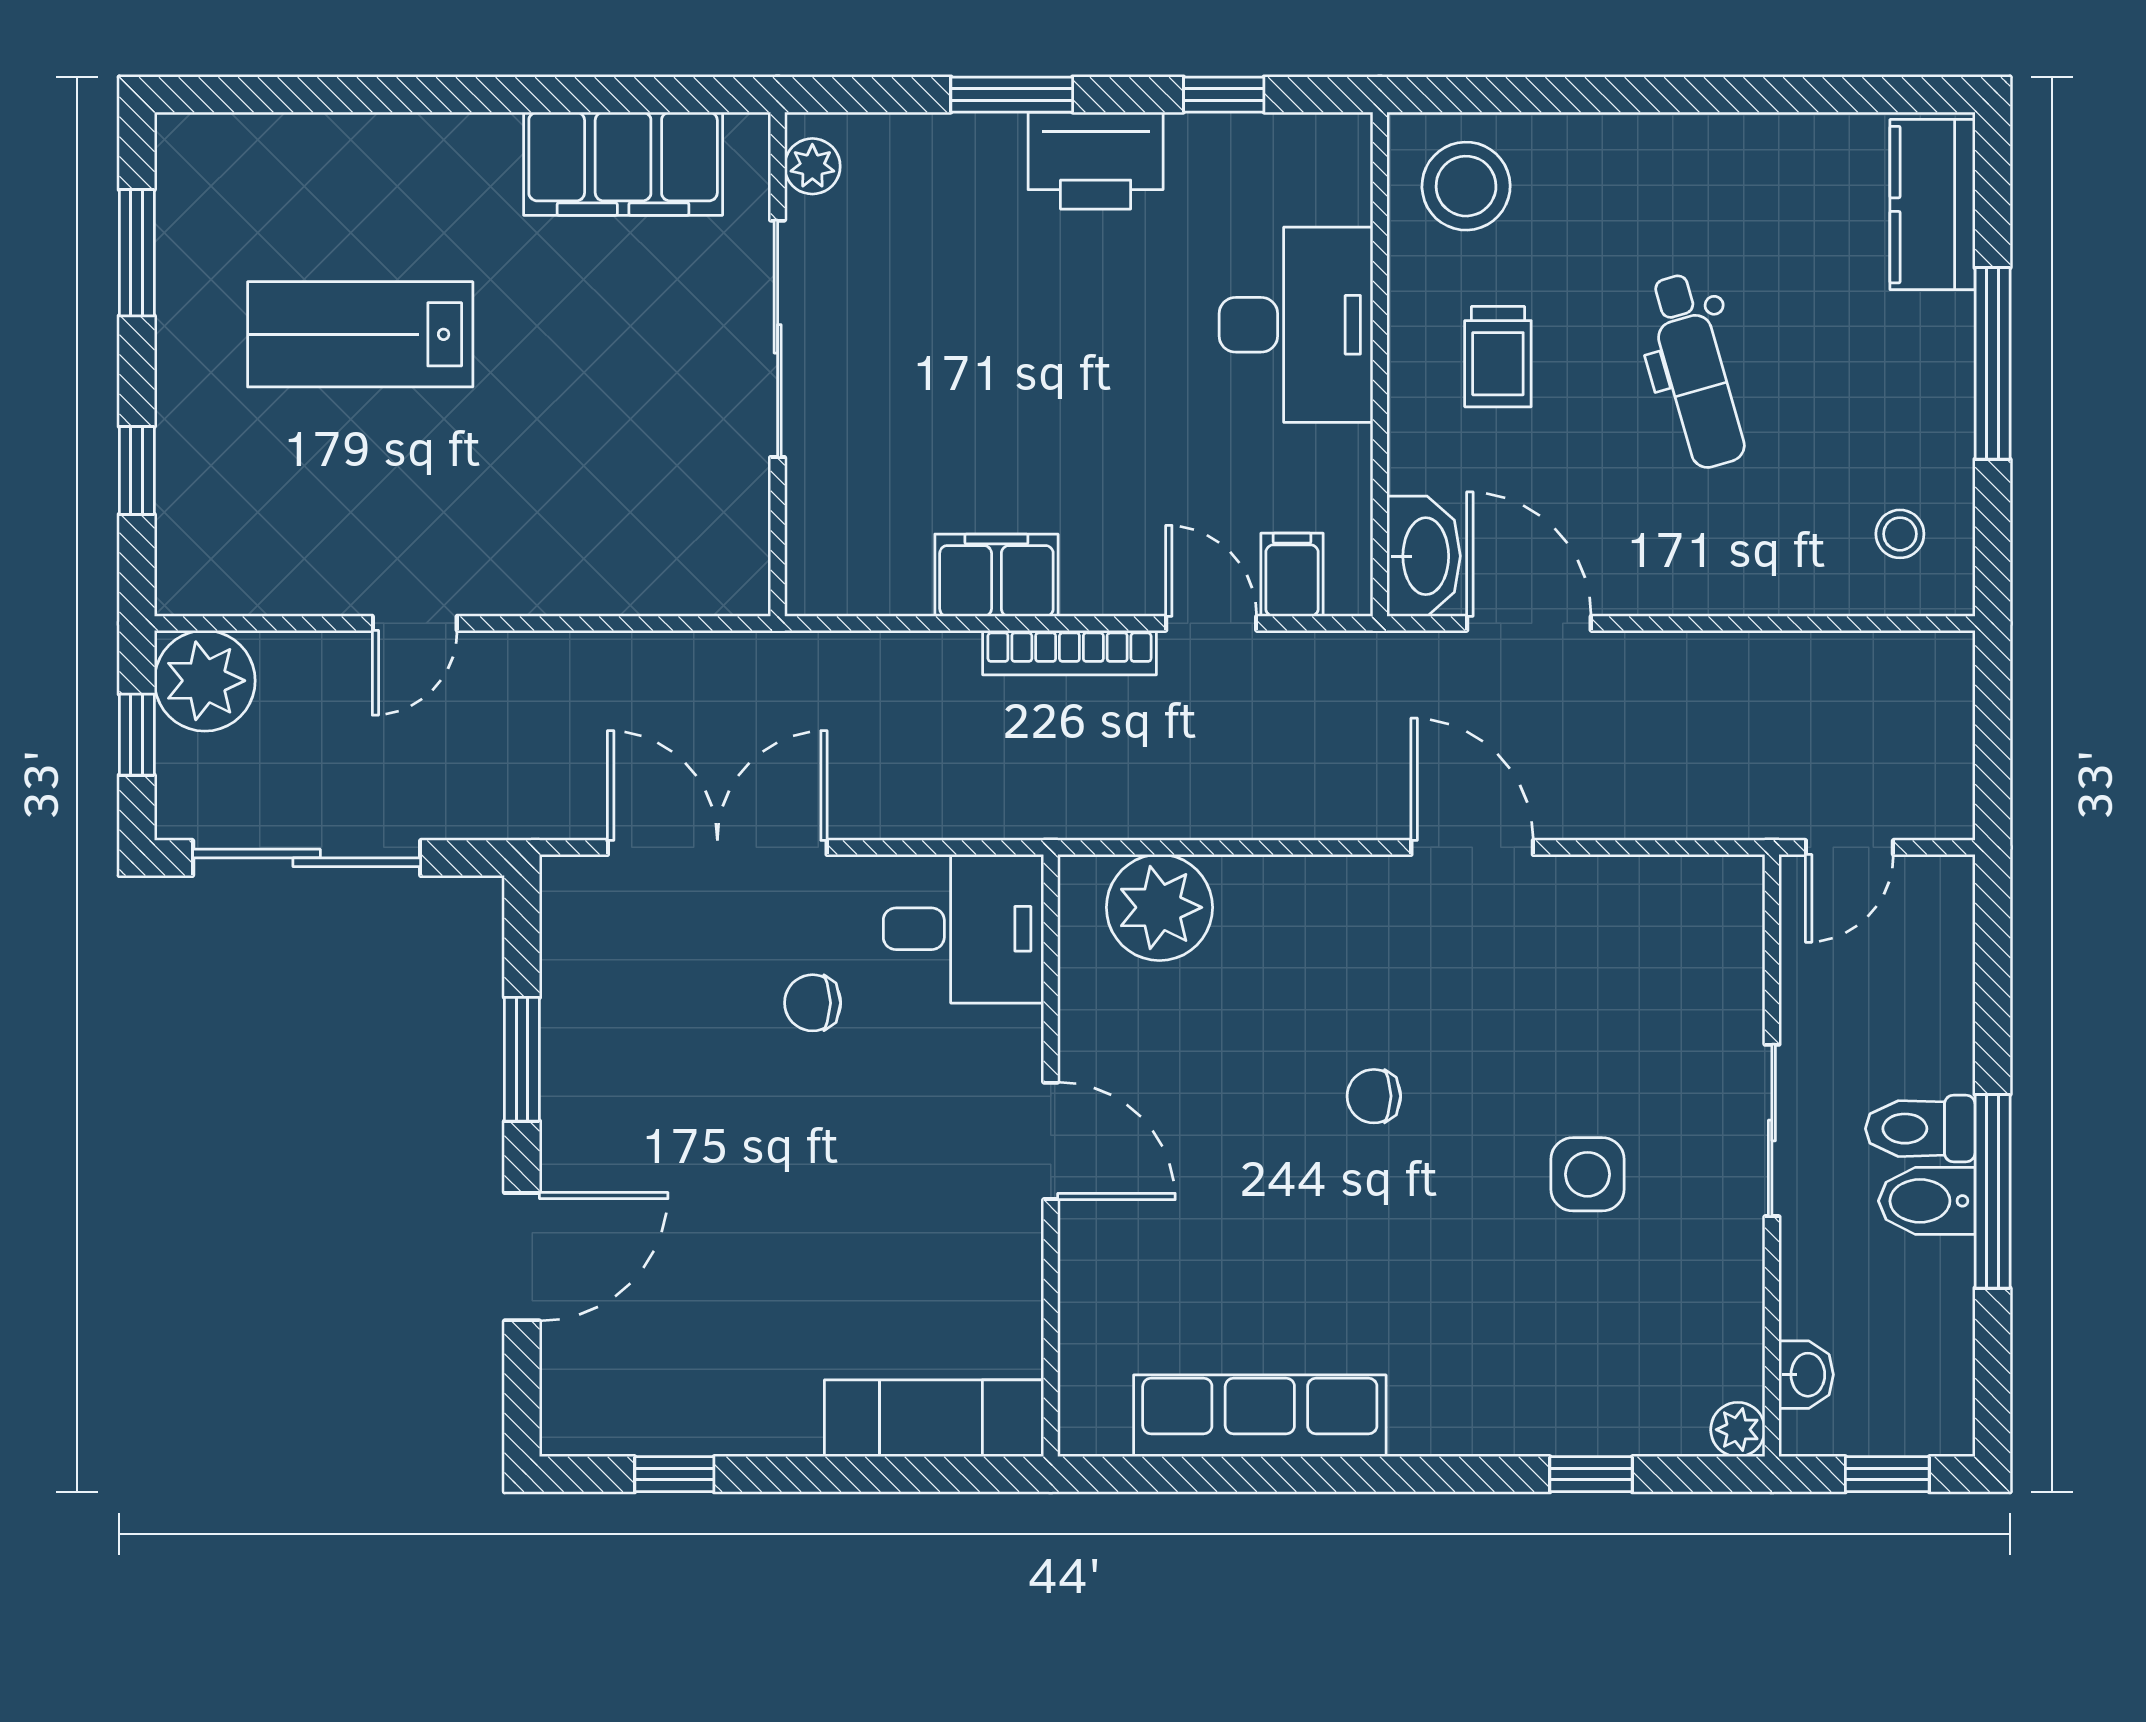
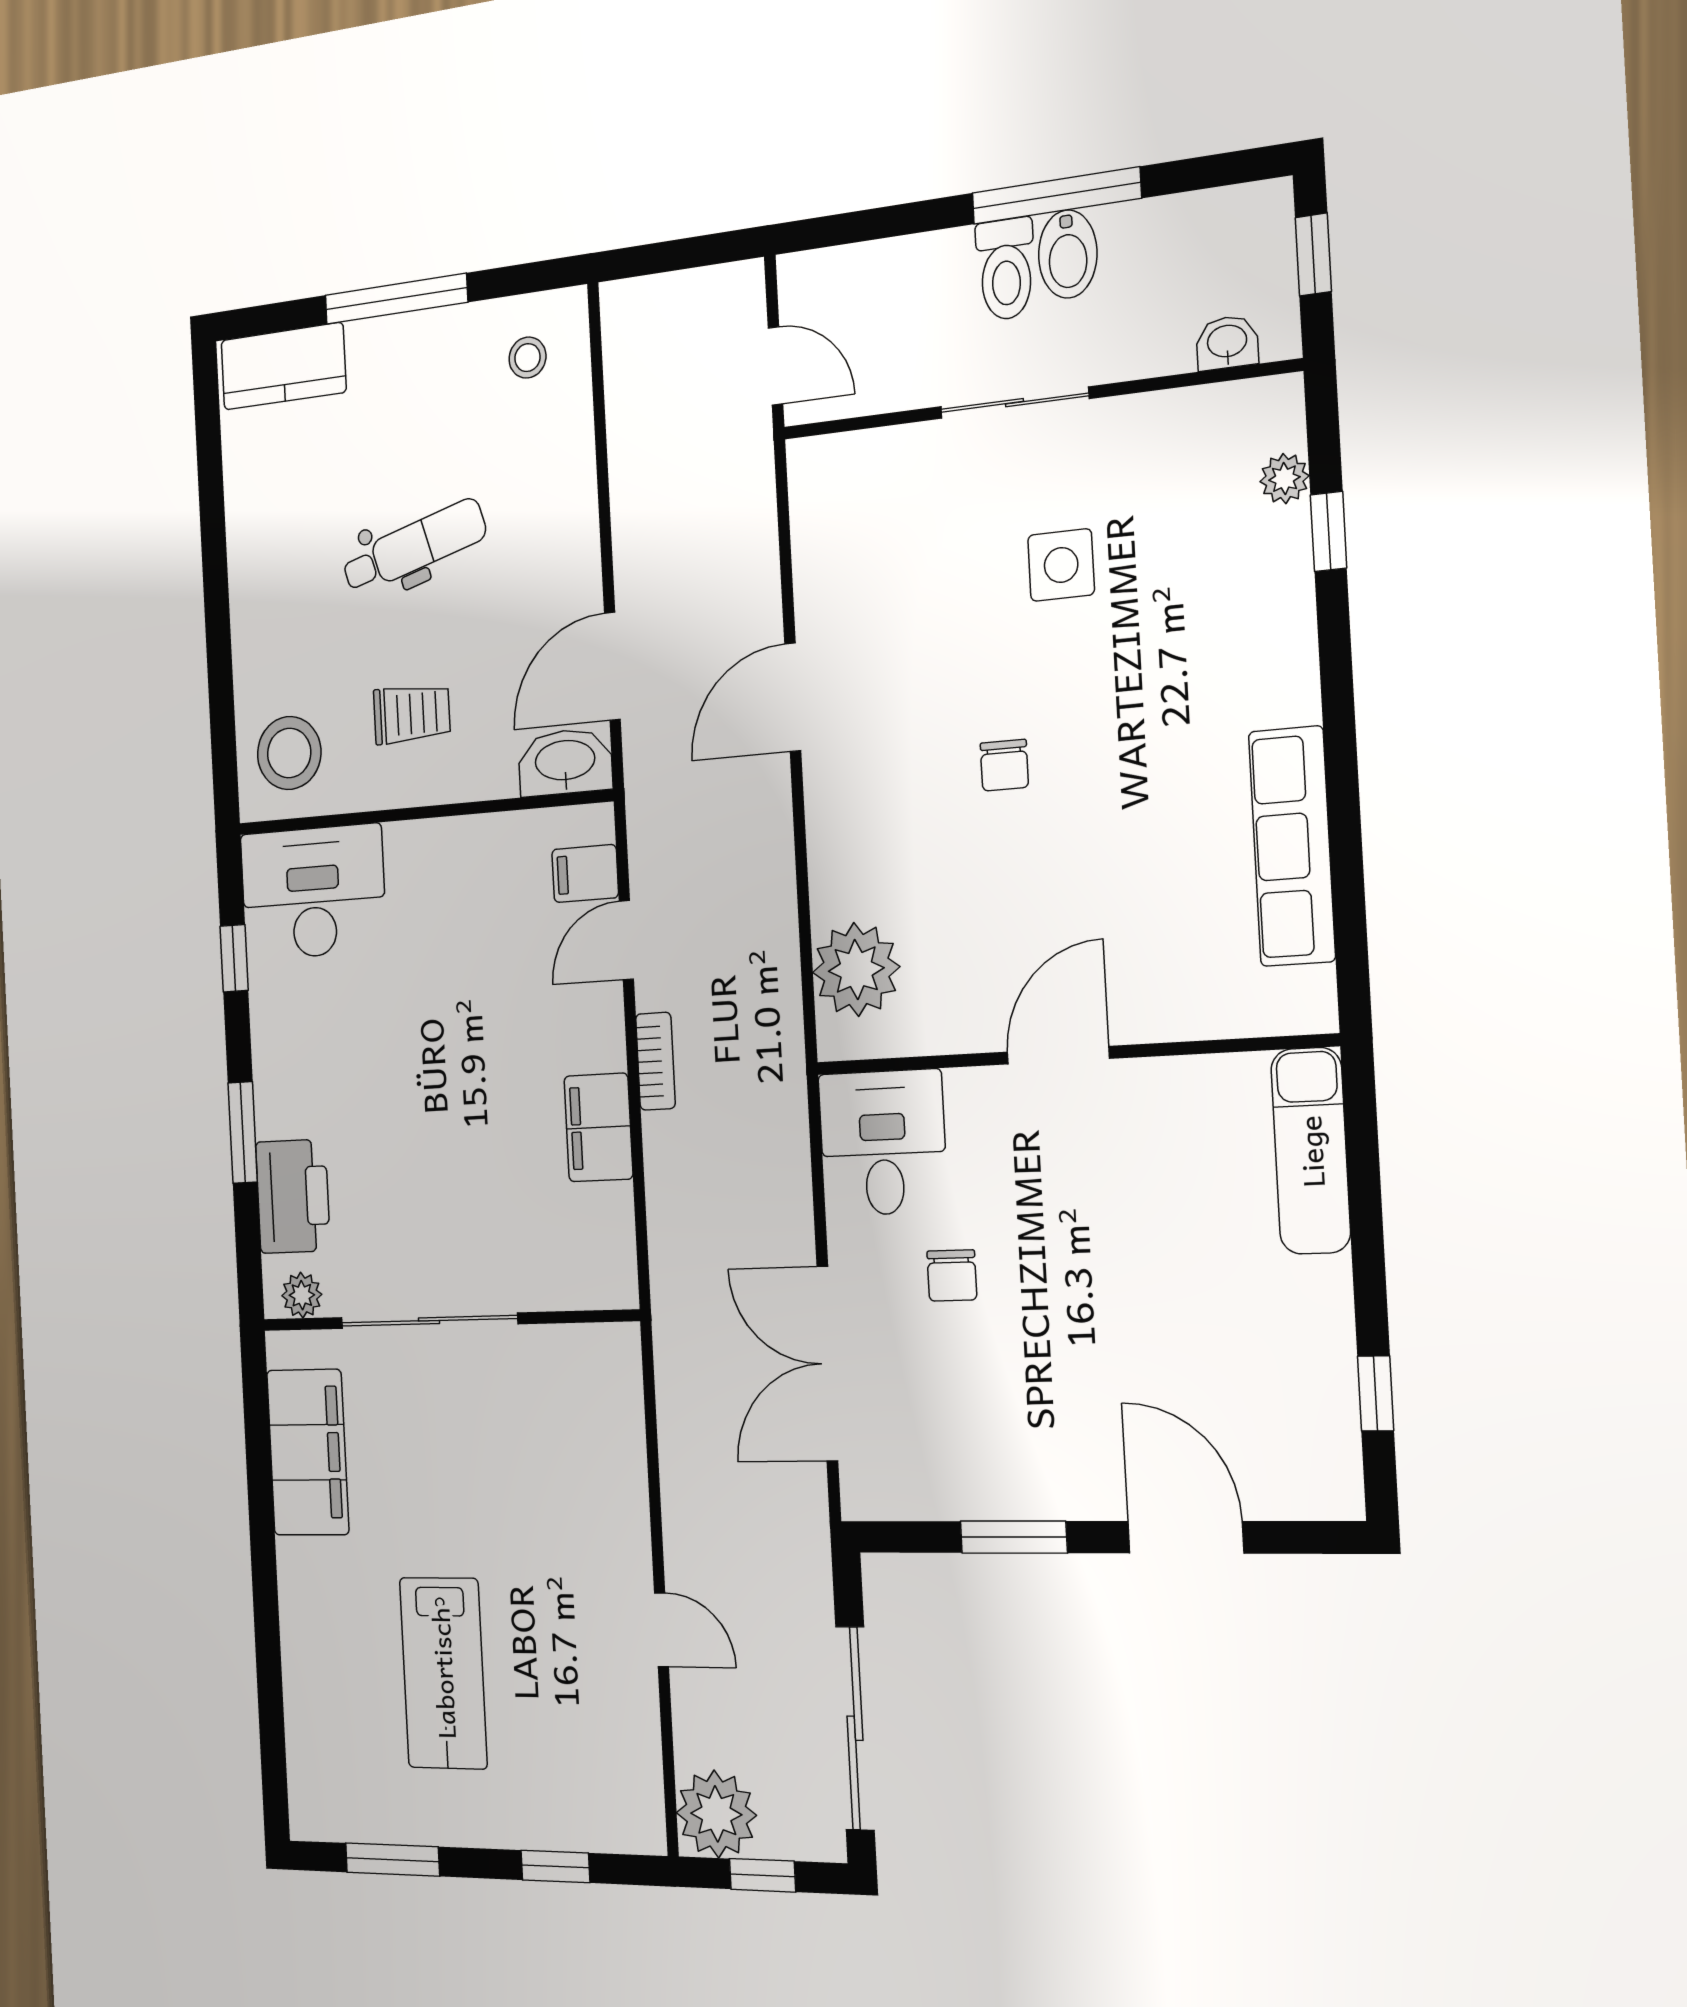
printer: (1096, 161) -> (293, 1196), moved
desk: (1296, 325) -> (313, 892), moved
bookcase: (1069, 653) -> (655, 1061), width x0.64
plant: (1738, 1430) -> (1284, 479), moved

